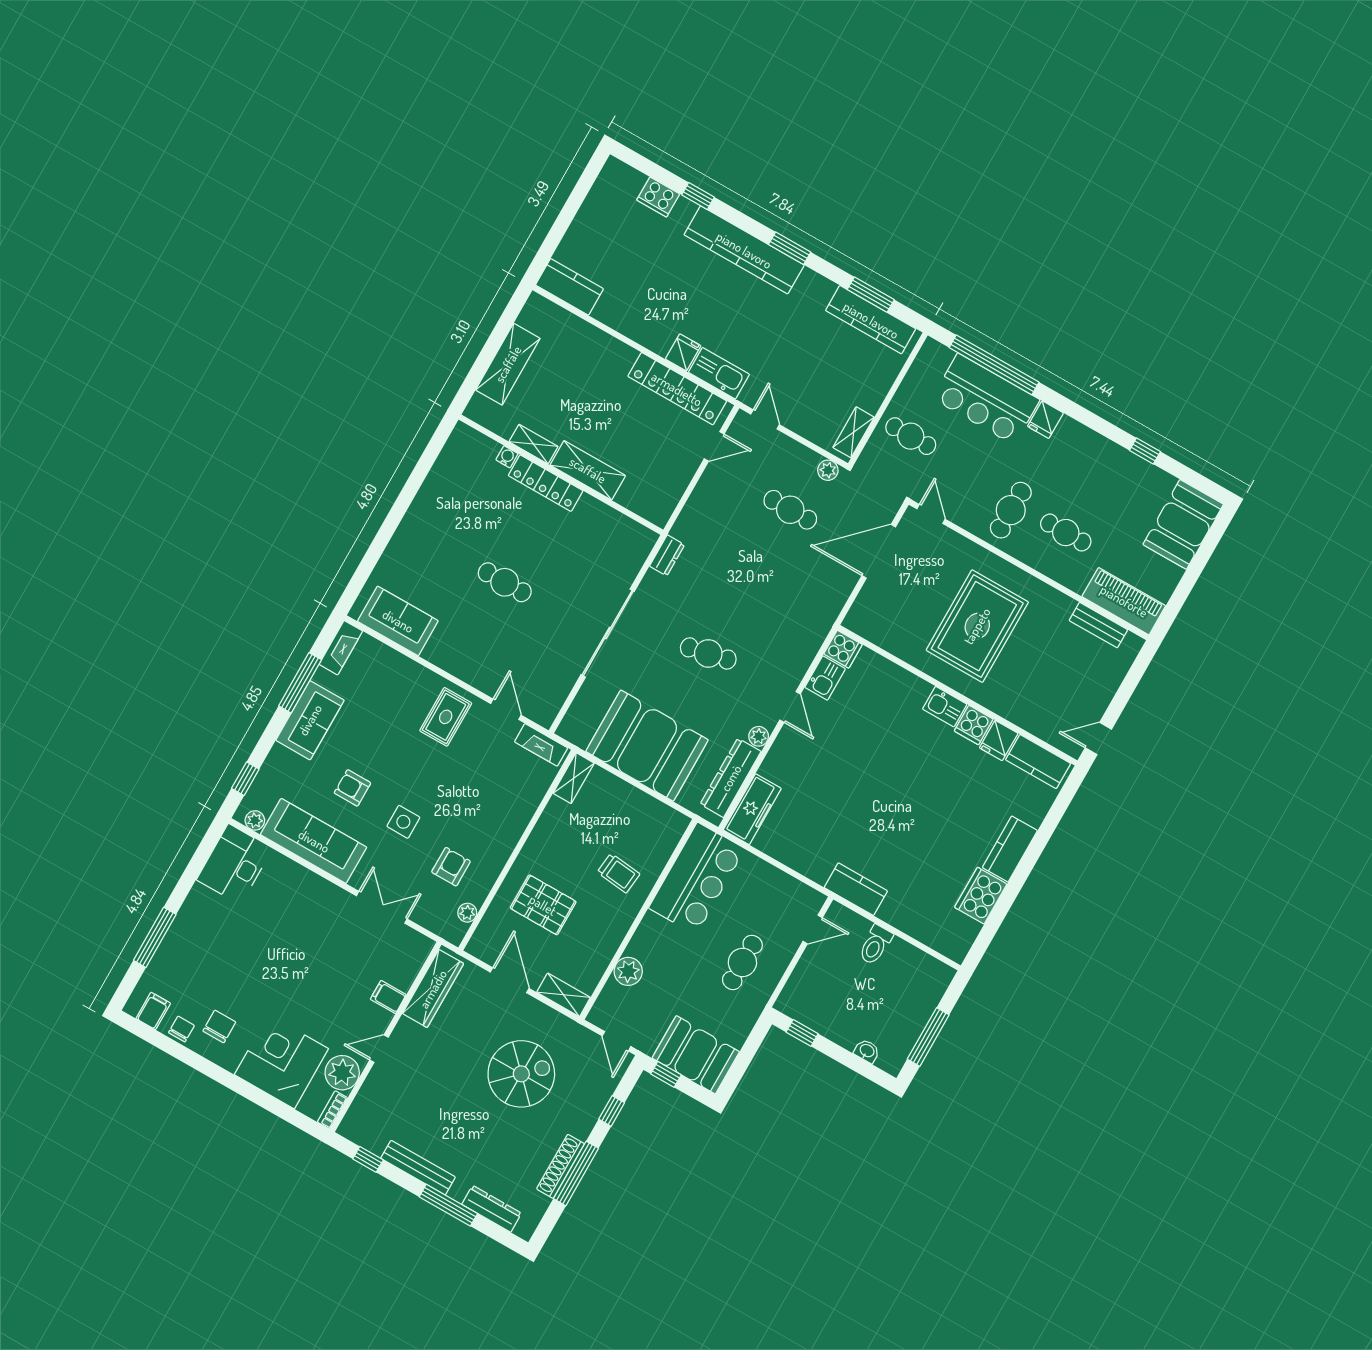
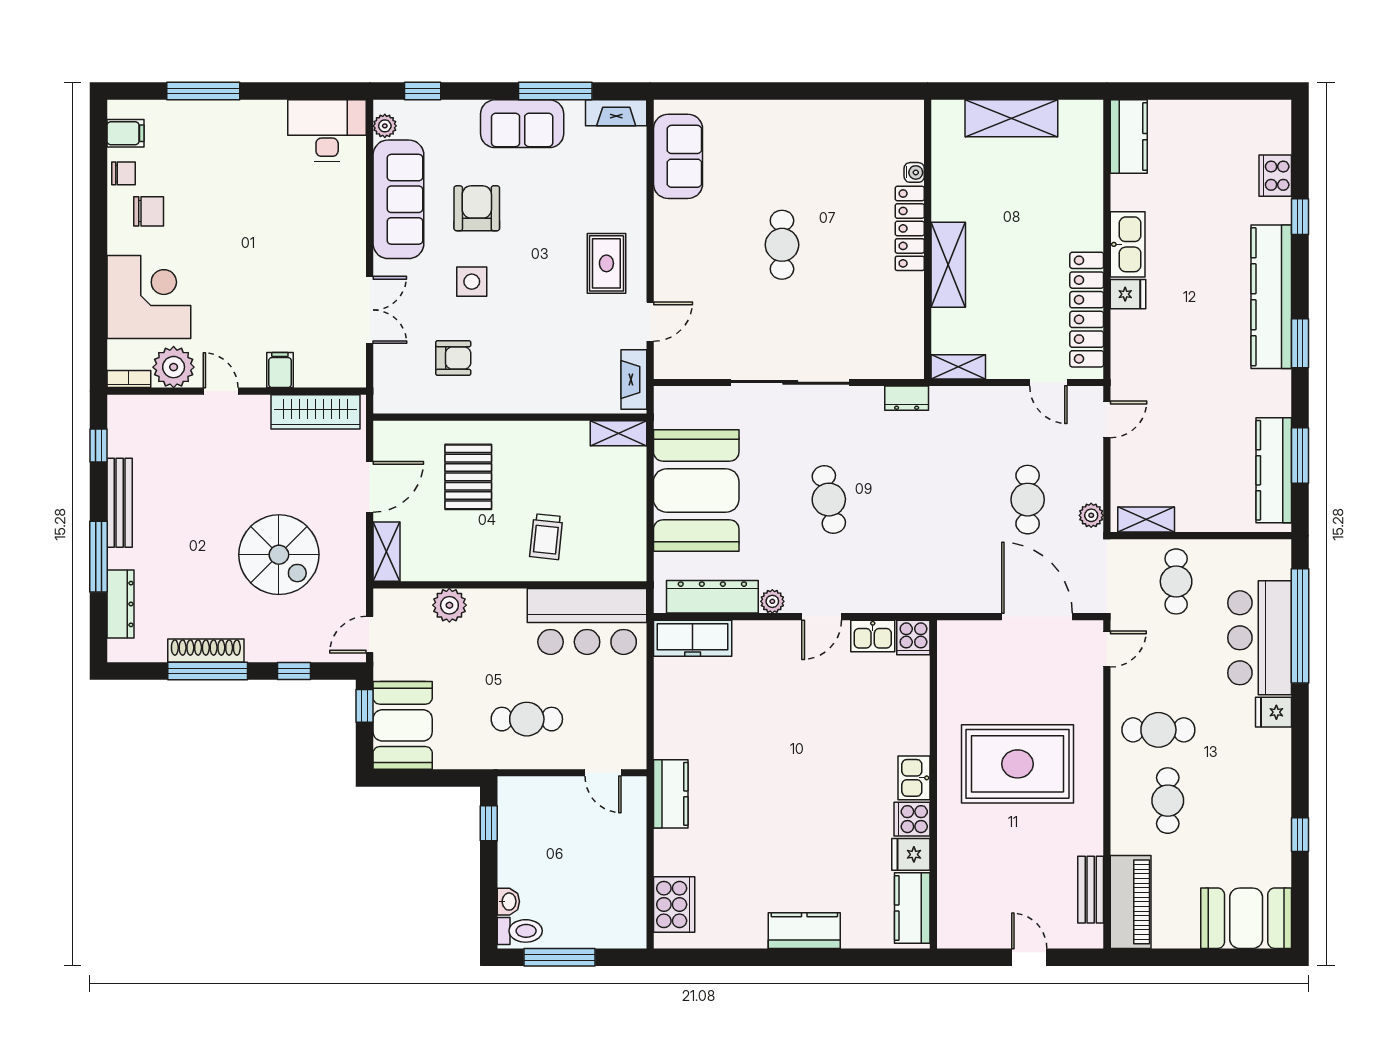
kitchen sink: (719, 373) -> (1128, 244), moved
shelving: (534, 444) -> (958, 367), moved, turned 90
rug: (446, 717) -> (606, 263), turned 90
door: (1098, 739) -> (1029, 957), moved
armchair: (352, 788) -> (477, 208), width x1.38, depth x1.38
cooker: (981, 896) -> (674, 905), moved, turned 90
plant: (467, 913) -> (415, 402), removed
toilet: (875, 945) -> (520, 931), moved, turned 180

